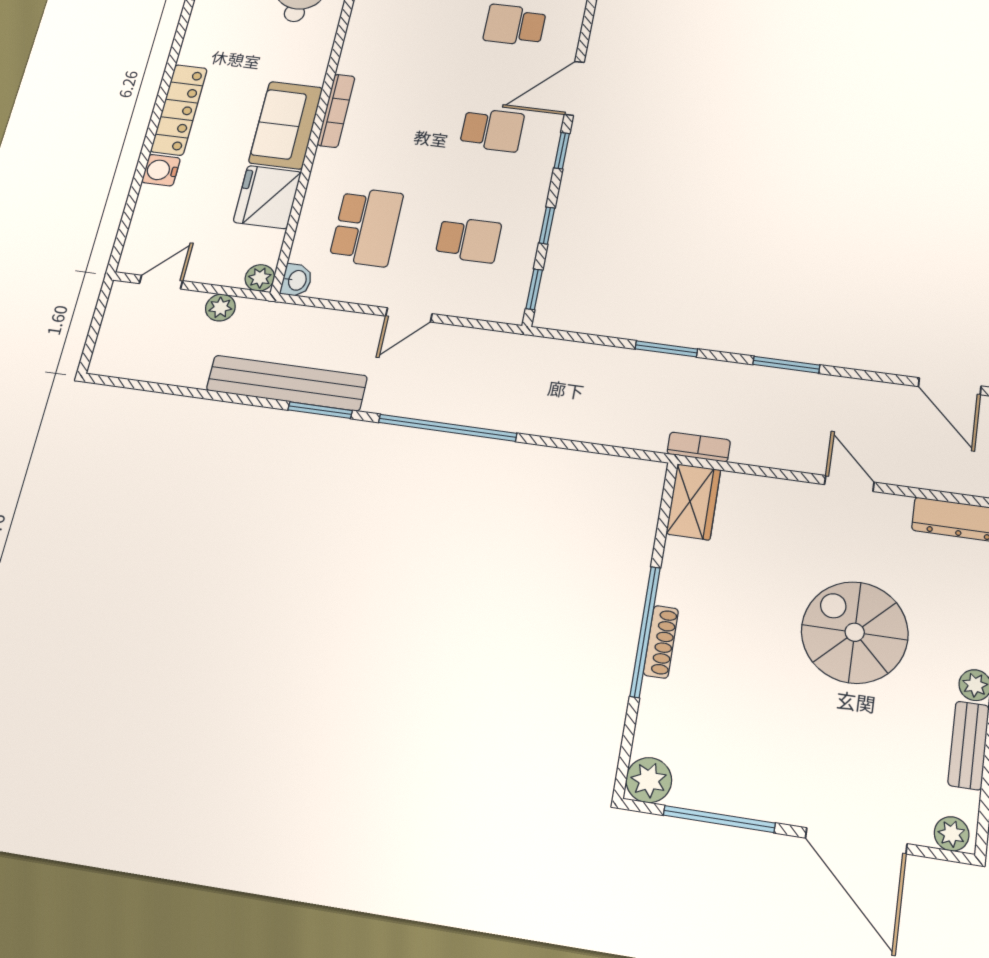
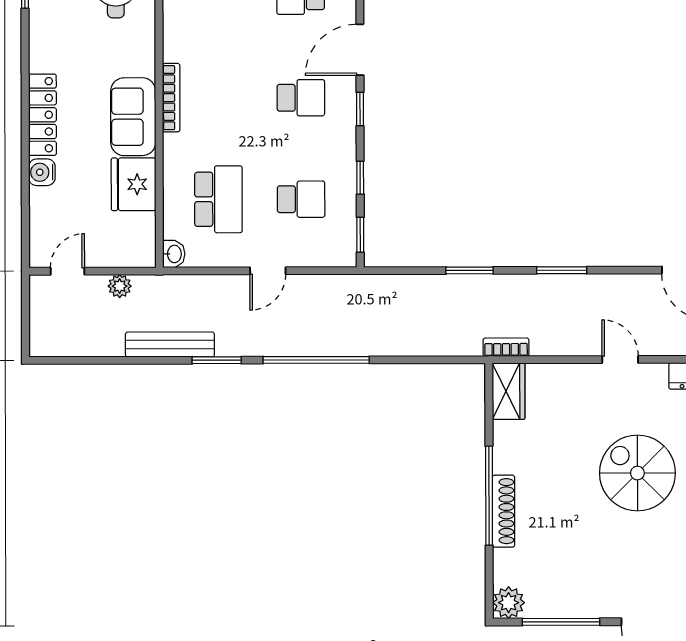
plant: (260, 278) -> (144, 256), removed
bench: (287, 383) -> (170, 344), width x0.73, depth x0.82
shoe rack: (661, 642) -> (504, 511), width x1.36, depth x1.24

